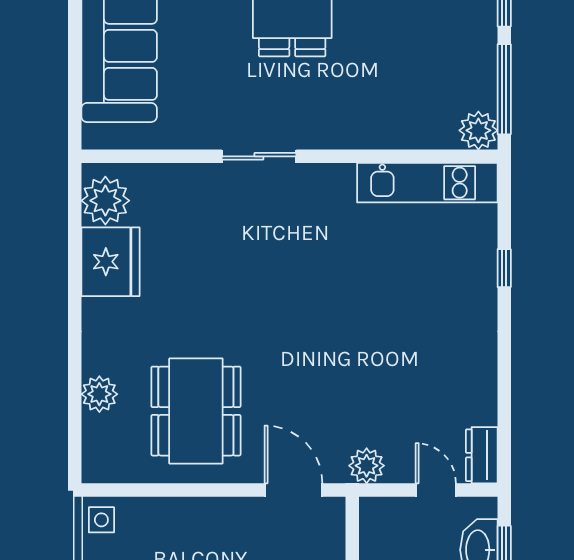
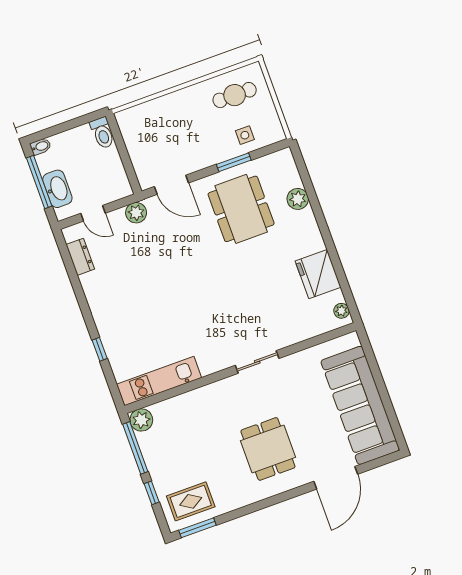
plant: (105, 201) -> (341, 311), width x0.53, depth x0.53
dresser: (482, 455) -> (80, 257), moved
window: (181, 490) -> (234, 162), added
side table: (101, 520) -> (245, 135), moved

